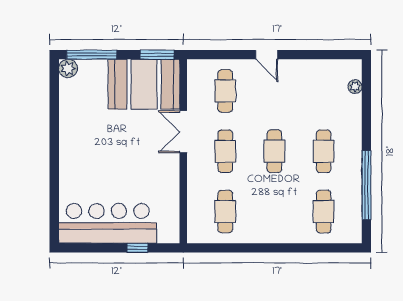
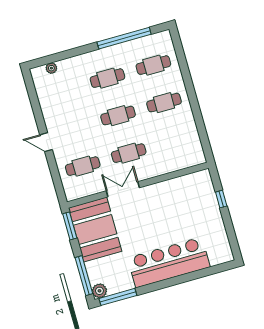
door: (267, 55) -> (46, 142), swing flipped
window: (54, 89) -> (118, 297), added
double door: (183, 132) -> (123, 189), swing flipped
cafe table: (225, 212) -> (164, 103), moved
bar counter: (108, 223) -> (169, 262), moved, turned 90

